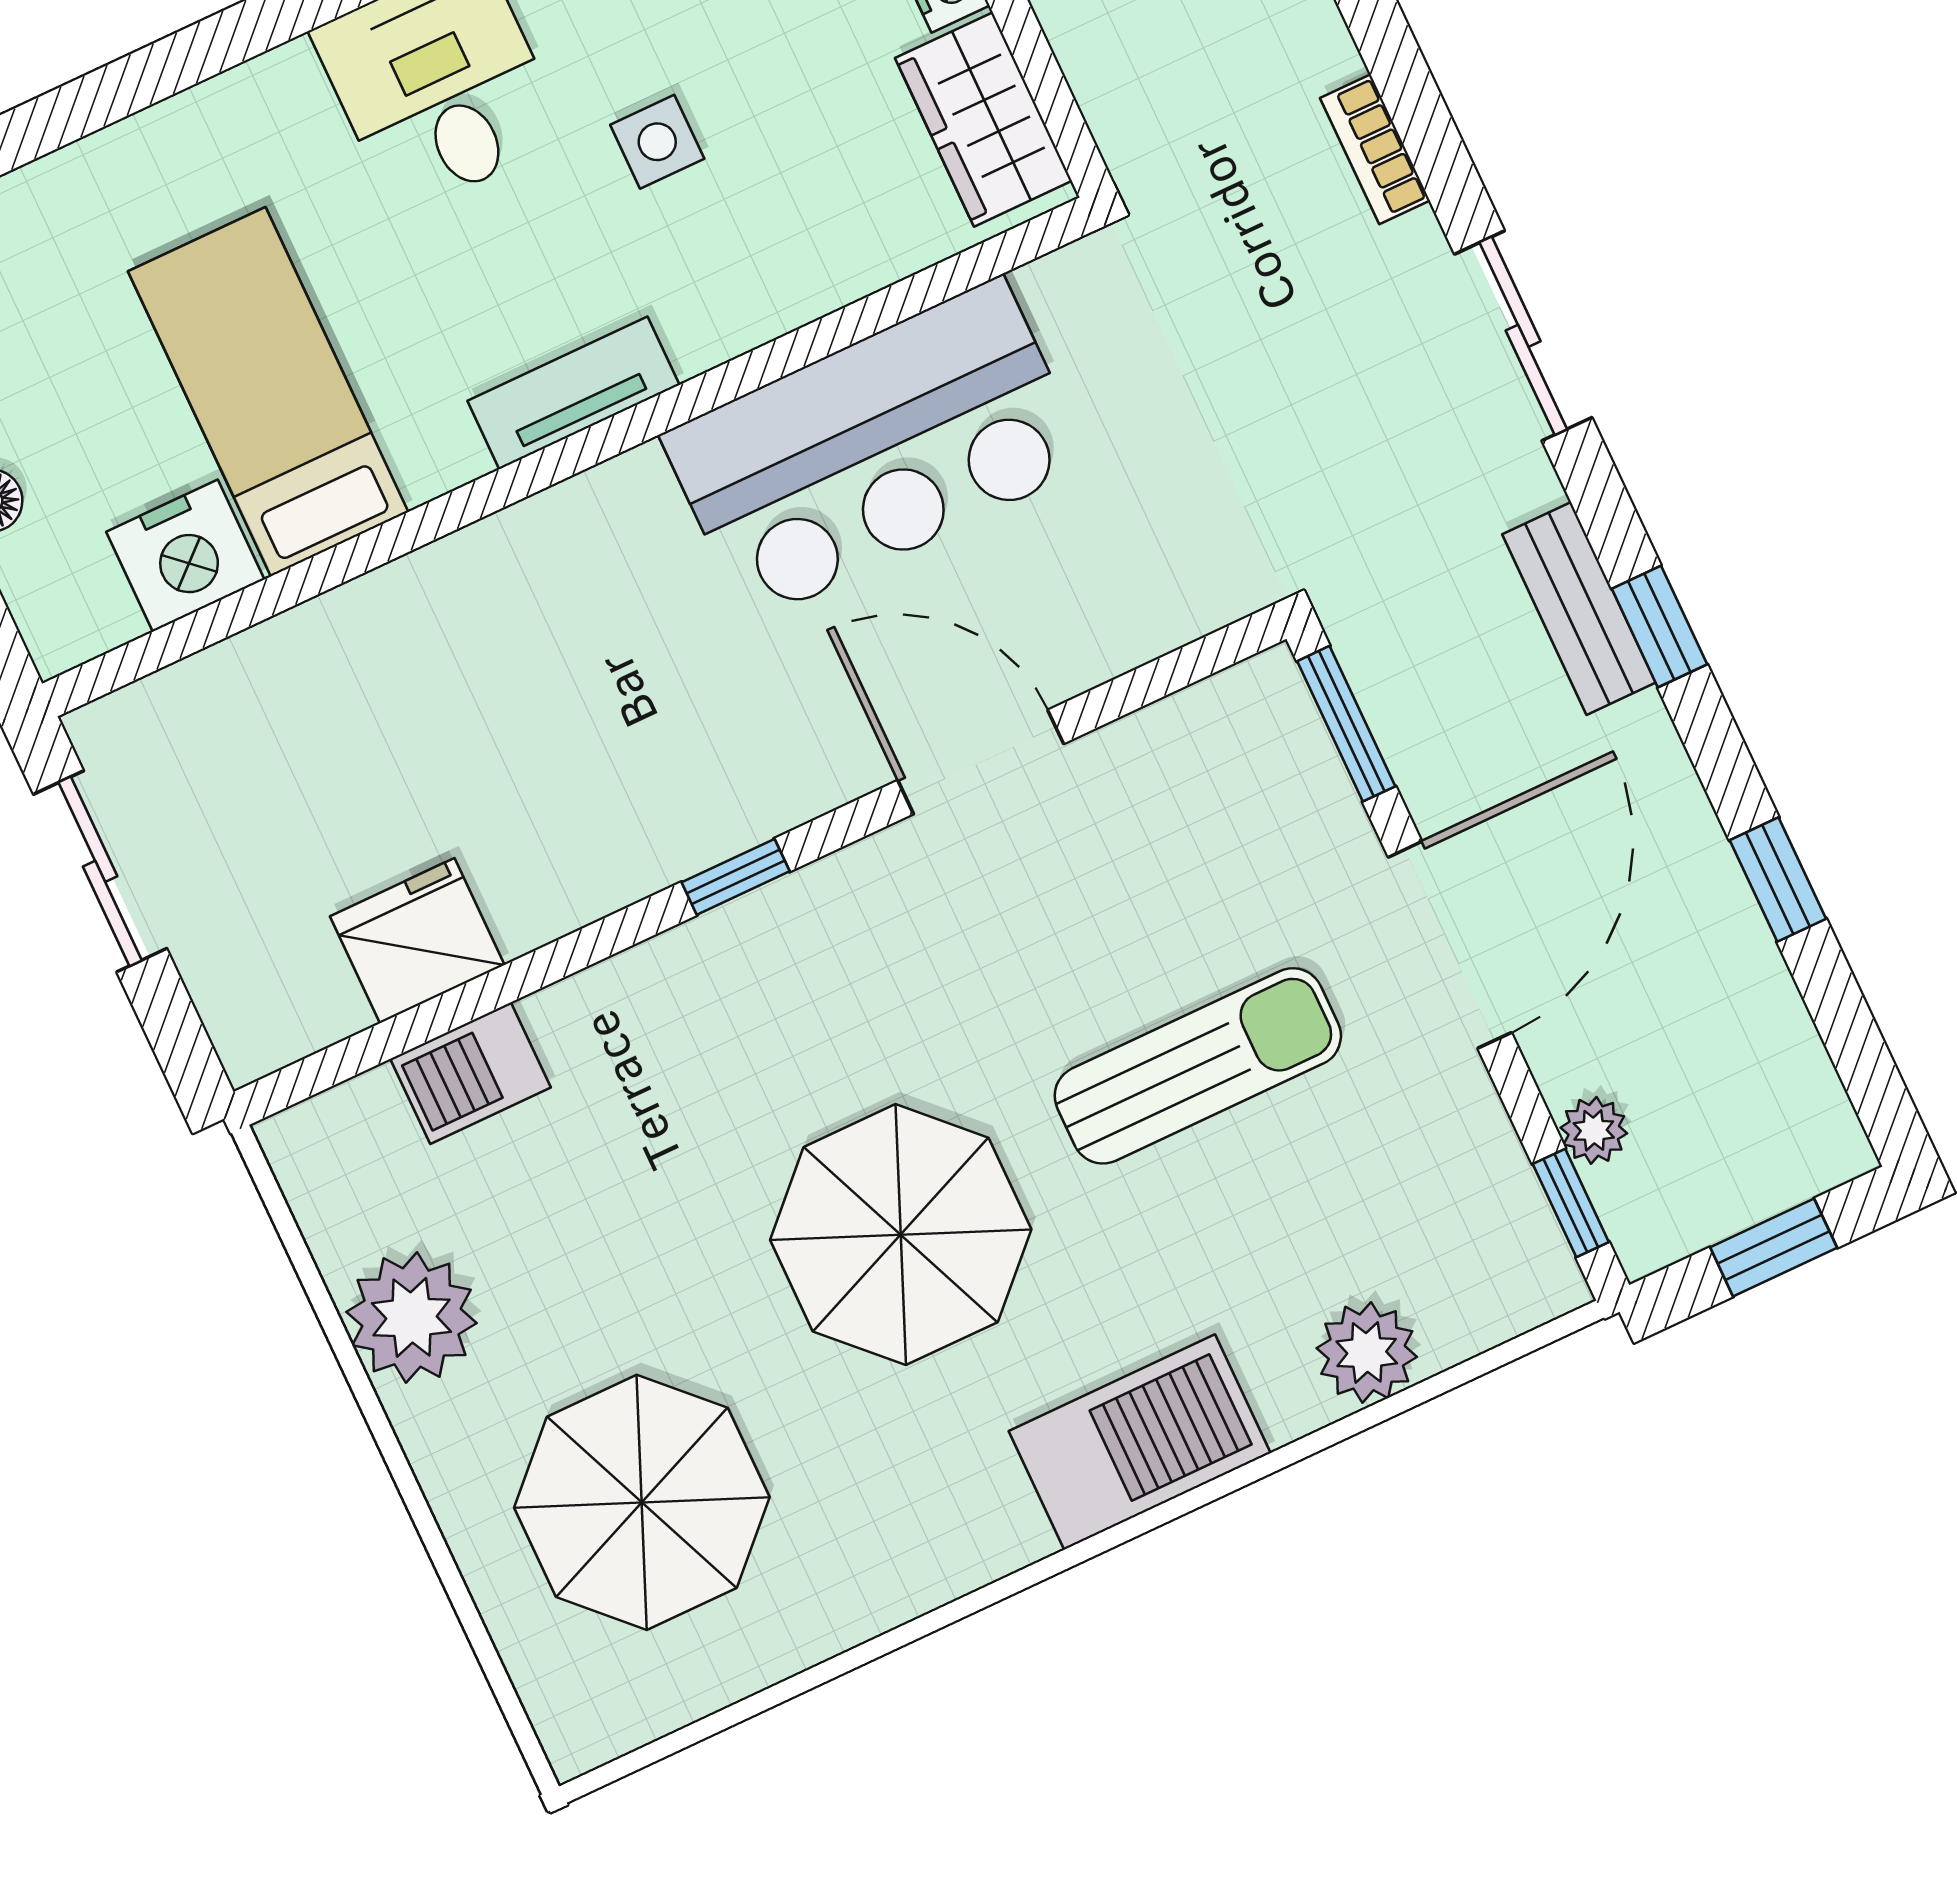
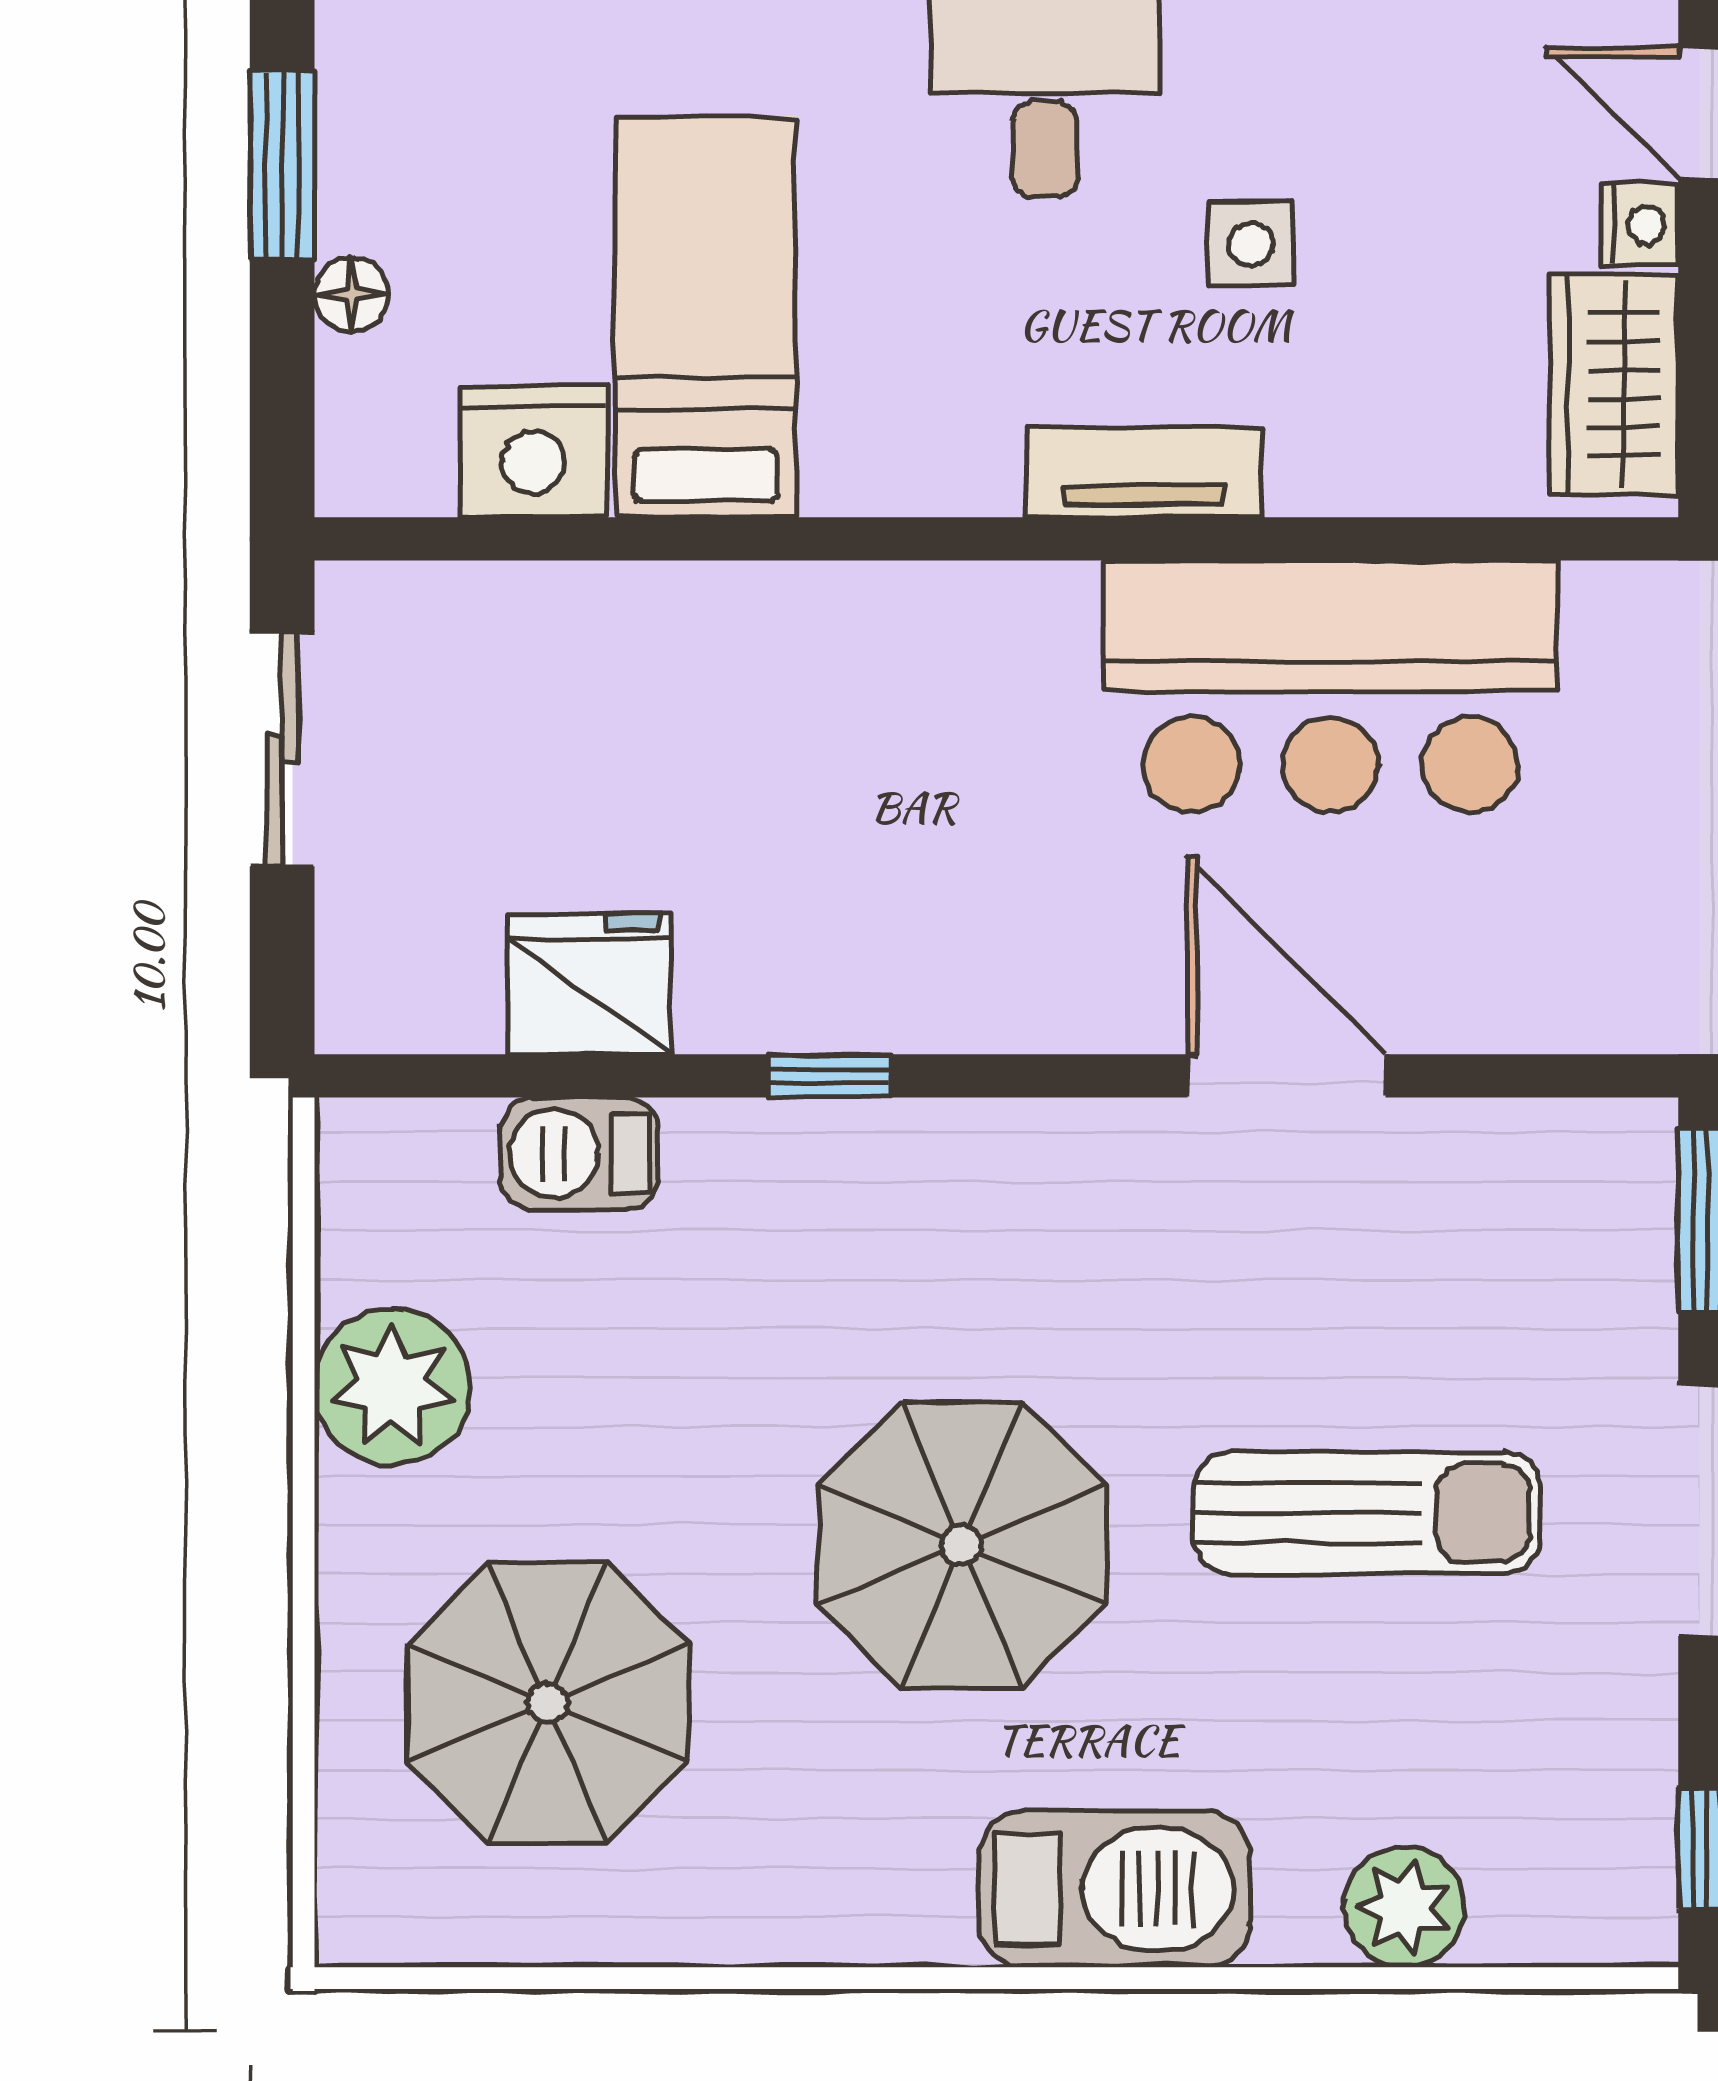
tv unit: (573, 393) -> (1143, 472), moved
window: (736, 877) -> (830, 1076), moved

